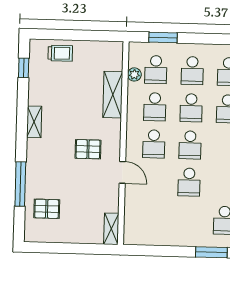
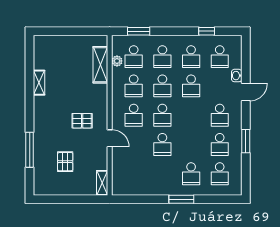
trolley: (60, 53) -> (58, 46), removed
window: (24, 68) -> (30, 58), removed
shelving: (113, 95) -> (100, 65), moved
shelving: (34, 122) -> (39, 83), moved
pallet: (47, 209) -> (65, 162), moved, turned 90

